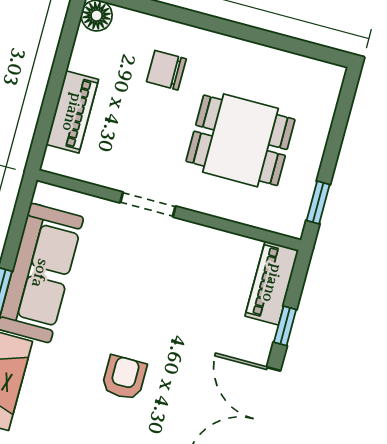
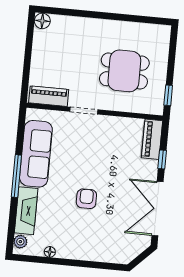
chair: (166, 70) -> (82, 42), removed
piano: (72, 112) -> (49, 96), moved, turned -90

